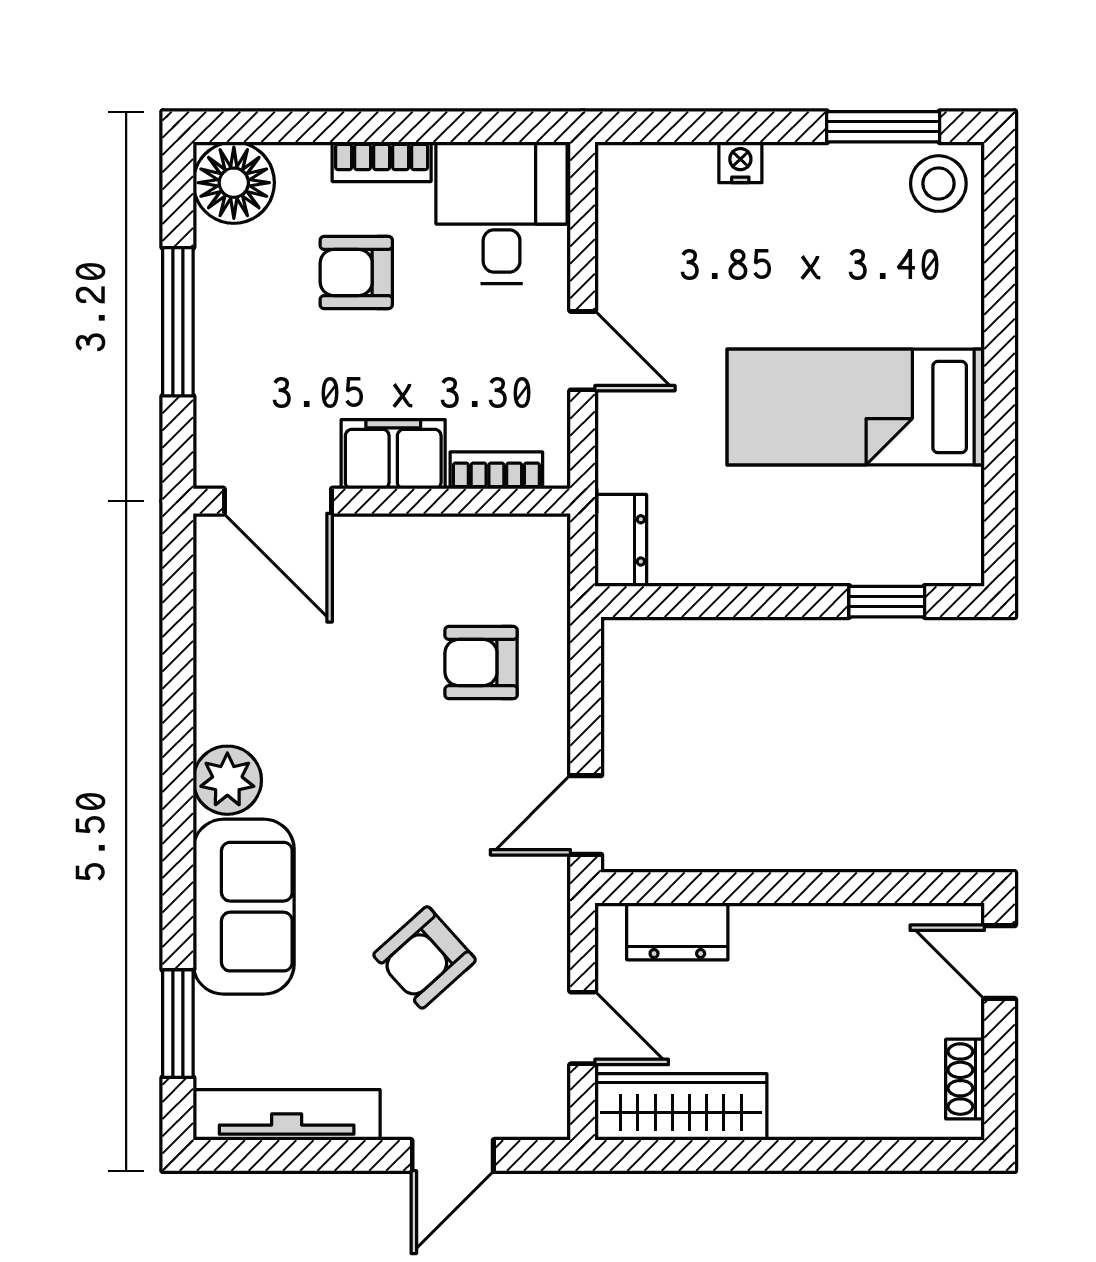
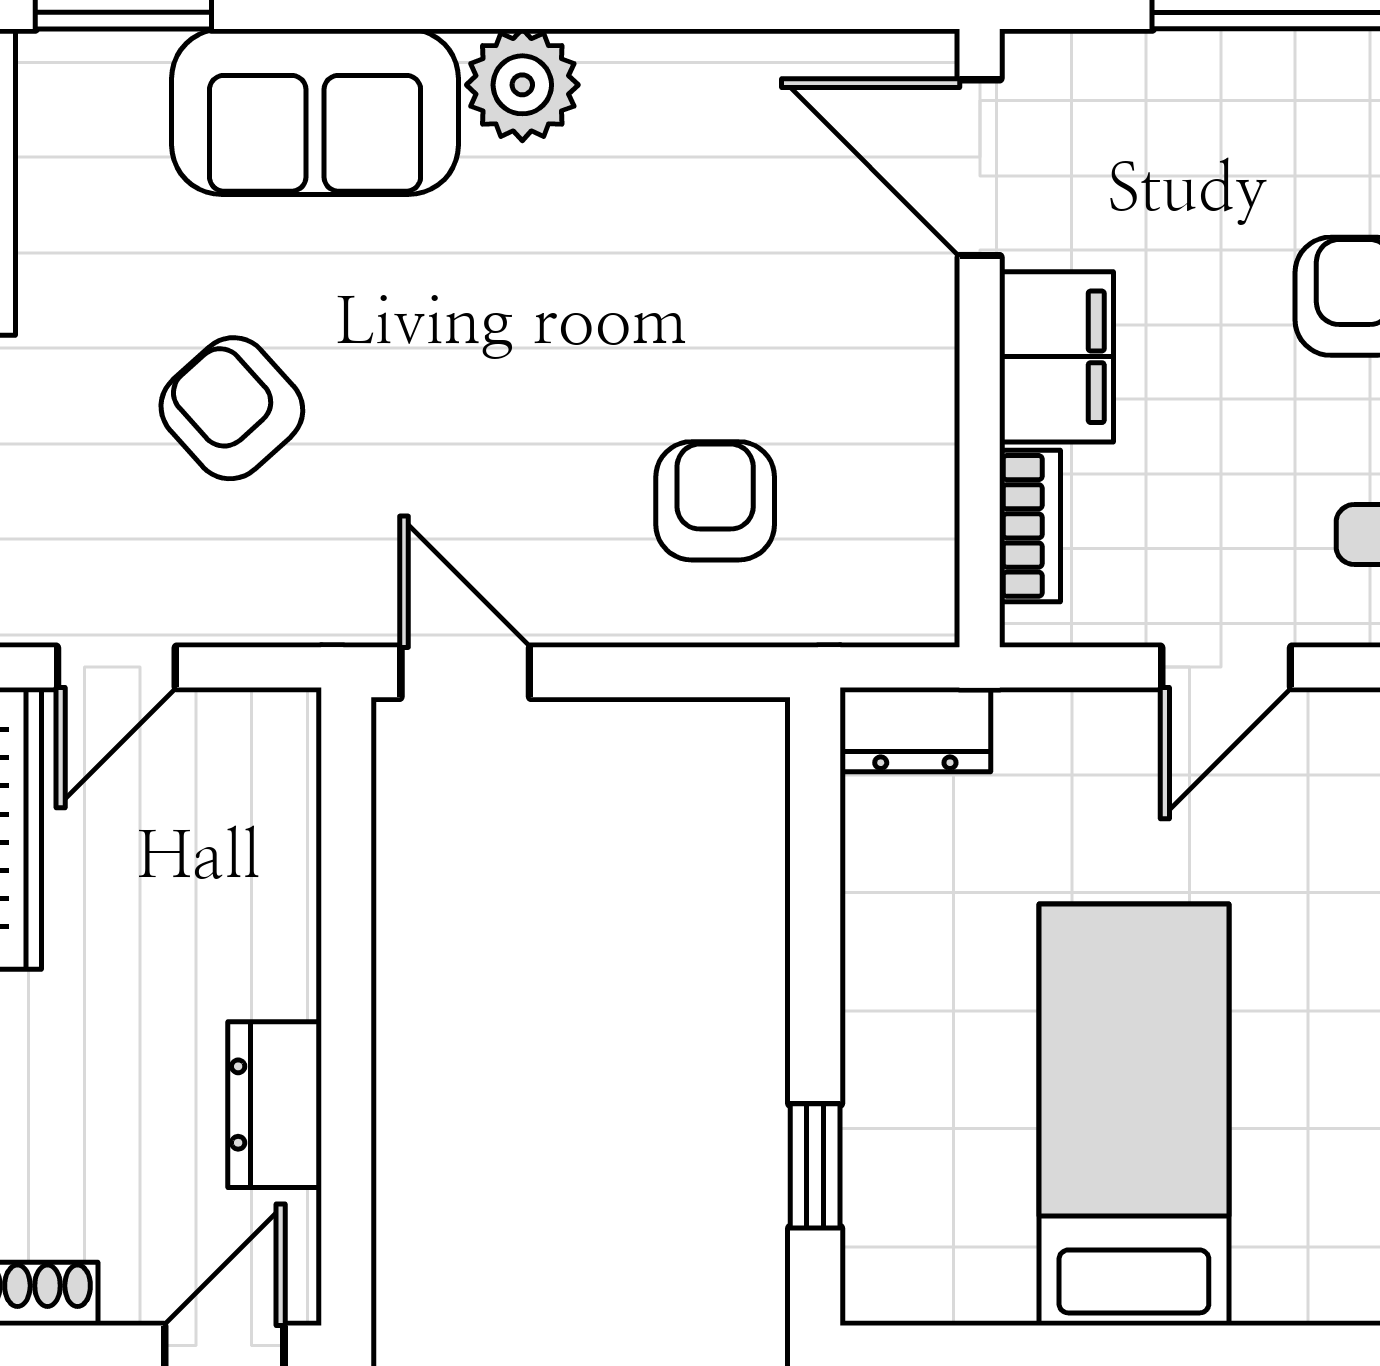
door: (278, 501) -> (980, 168), hinge flipped
dresser: (677, 931) -> (275, 1105), moved

